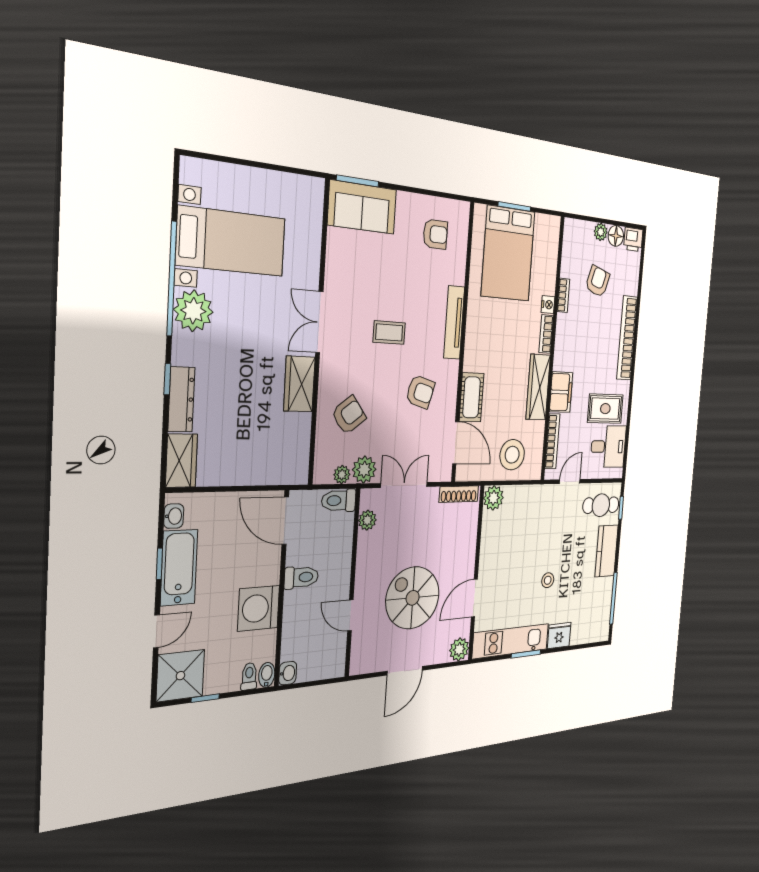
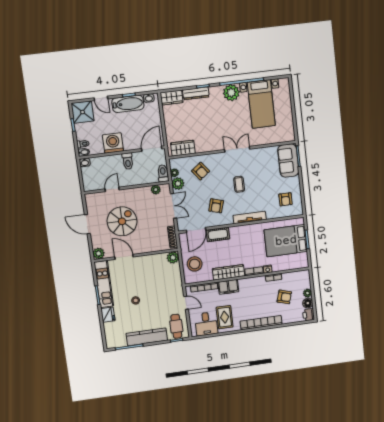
wardrobe: (299, 384) -> (183, 148), moved
kitchen counter: (607, 551) -> (147, 337), width x1.50

